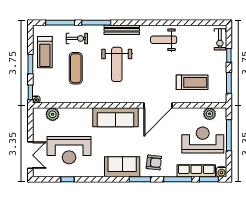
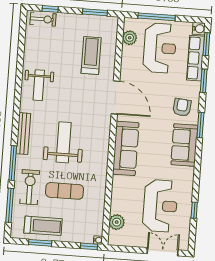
exercise bike: (77, 38) -> (30, 187), width x1.38, depth x1.39
window: (229, 55) -> (50, 9), moved
window: (30, 64) -> (40, 243), moved
weight bench: (117, 64) -> (64, 142), turned -90
reception desk: (203, 140) -> (160, 48), turned 180
window: (178, 179) -> (204, 81), width x0.69

